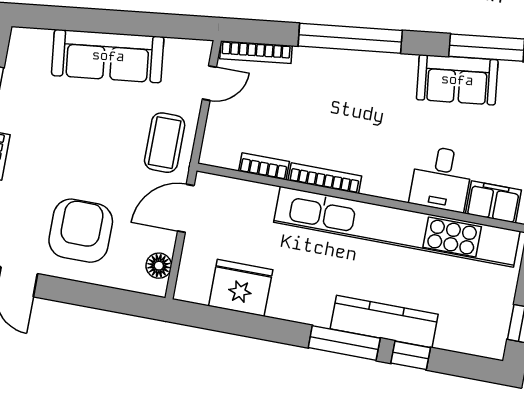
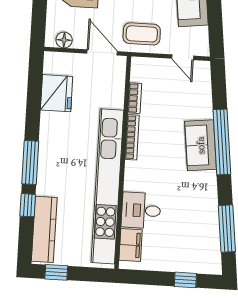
bookcase: (256, 52) -> (206, 84), removed
sofa: (457, 80) -> (201, 145), moved
kitchen counter: (384, 321) -> (44, 229), moved

